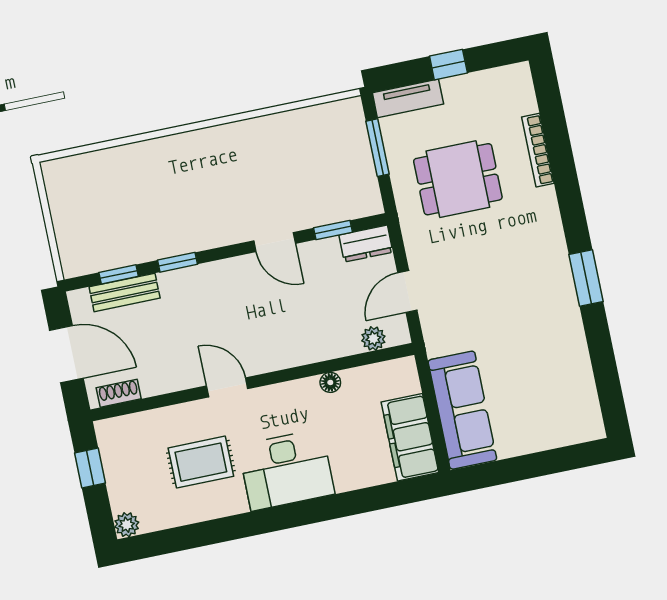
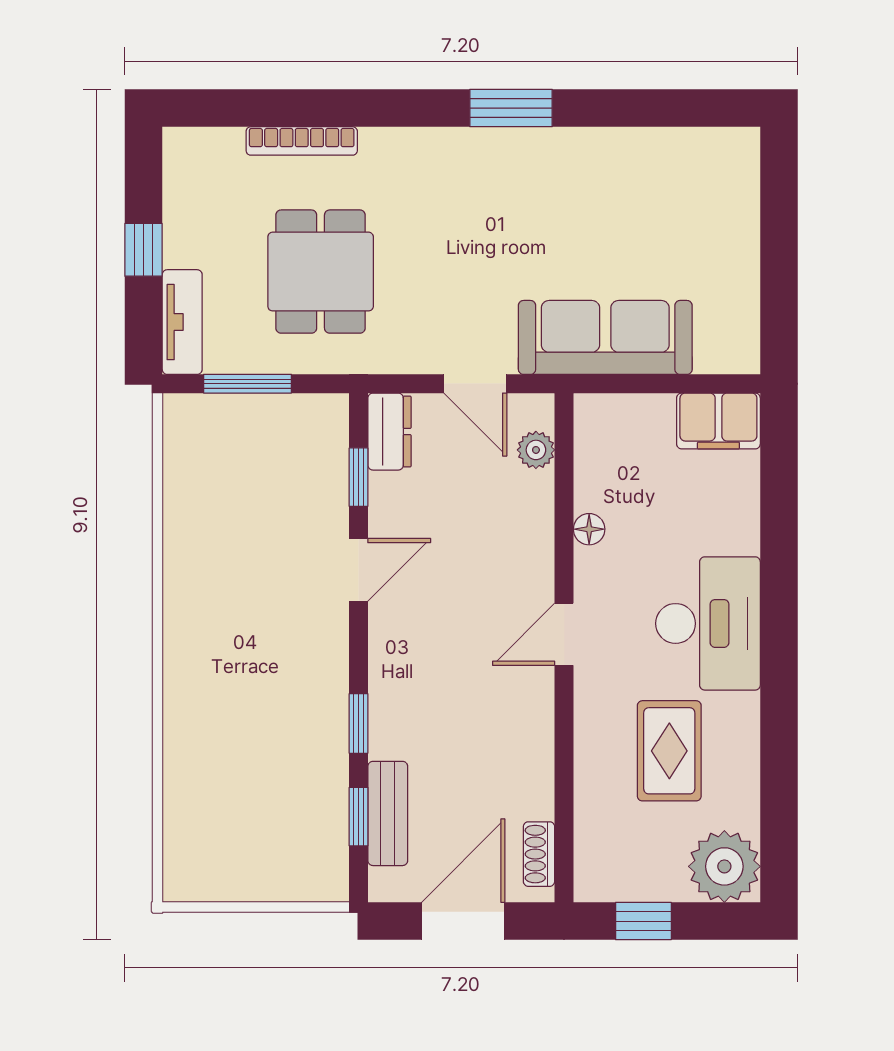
door: (227, 387) -> (564, 634), moved
sofa: (462, 410) -> (605, 337), moved
filing cabinet: (410, 437) -> (718, 421), width x0.67, depth x0.86
plant: (127, 525) -> (724, 866), width x1.88, depth x1.88

